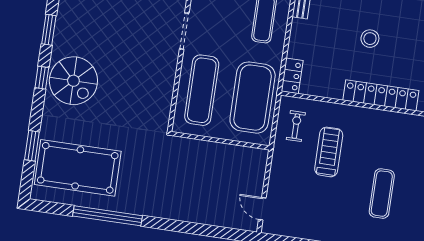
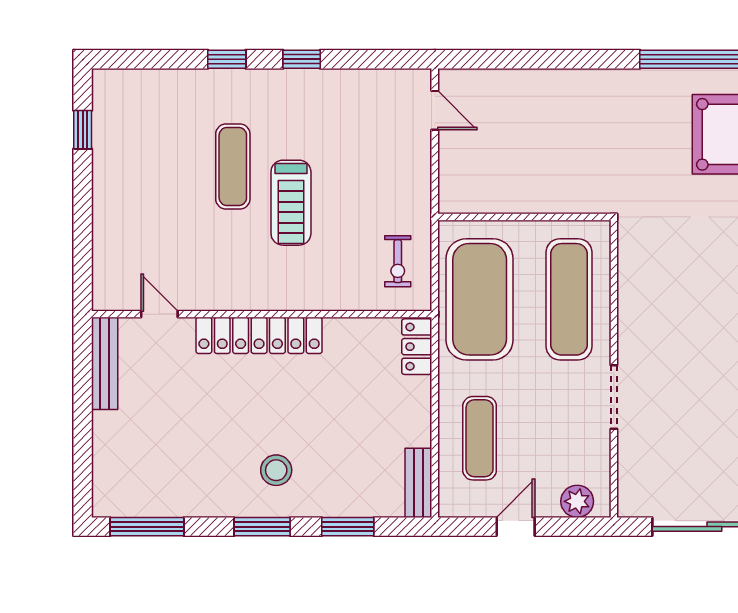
stool: (370, 39) -> (276, 470), moved
treadmill: (329, 152) -> (291, 203), moved

